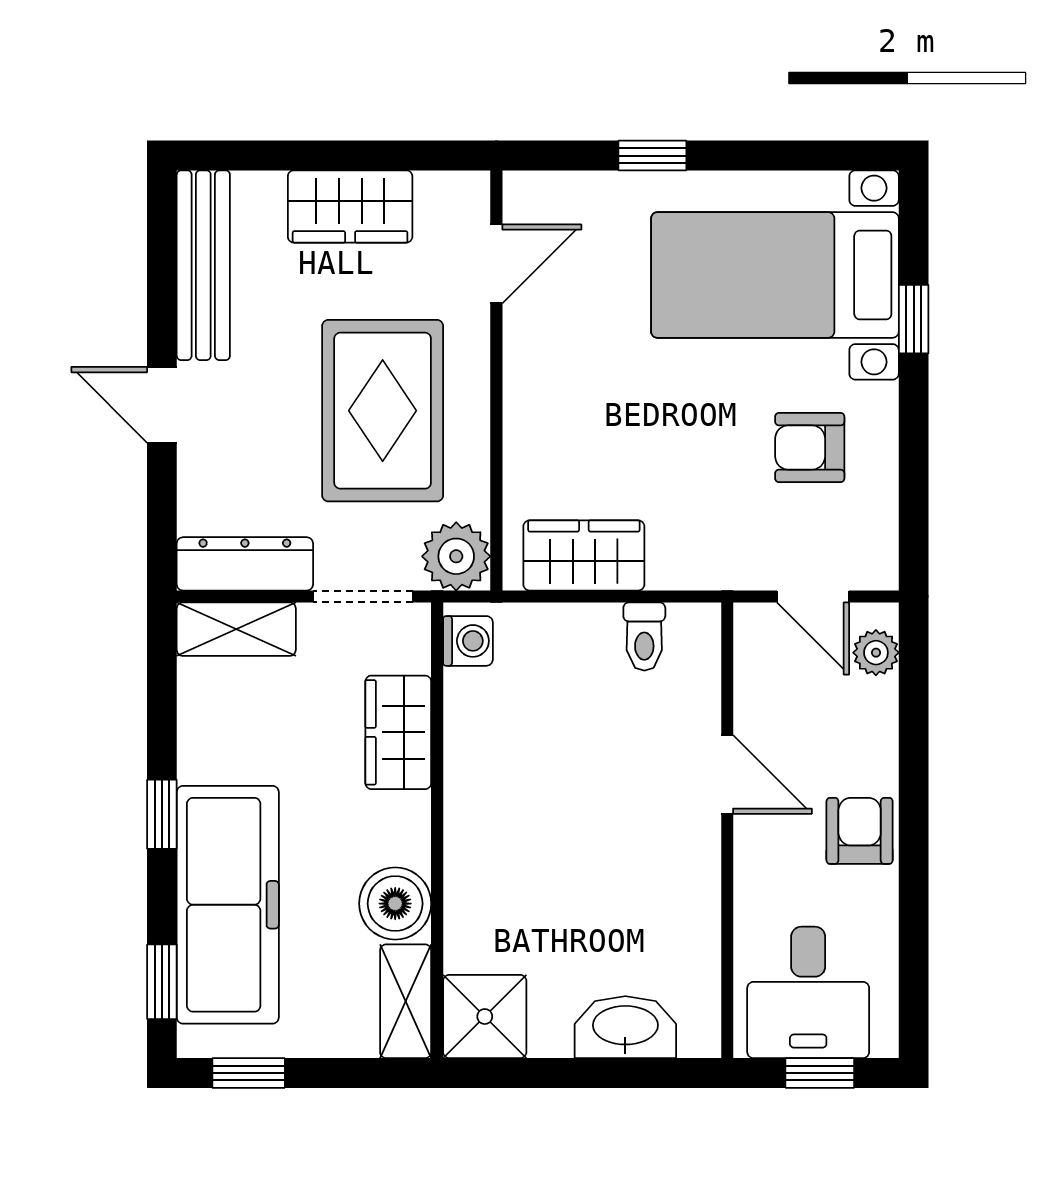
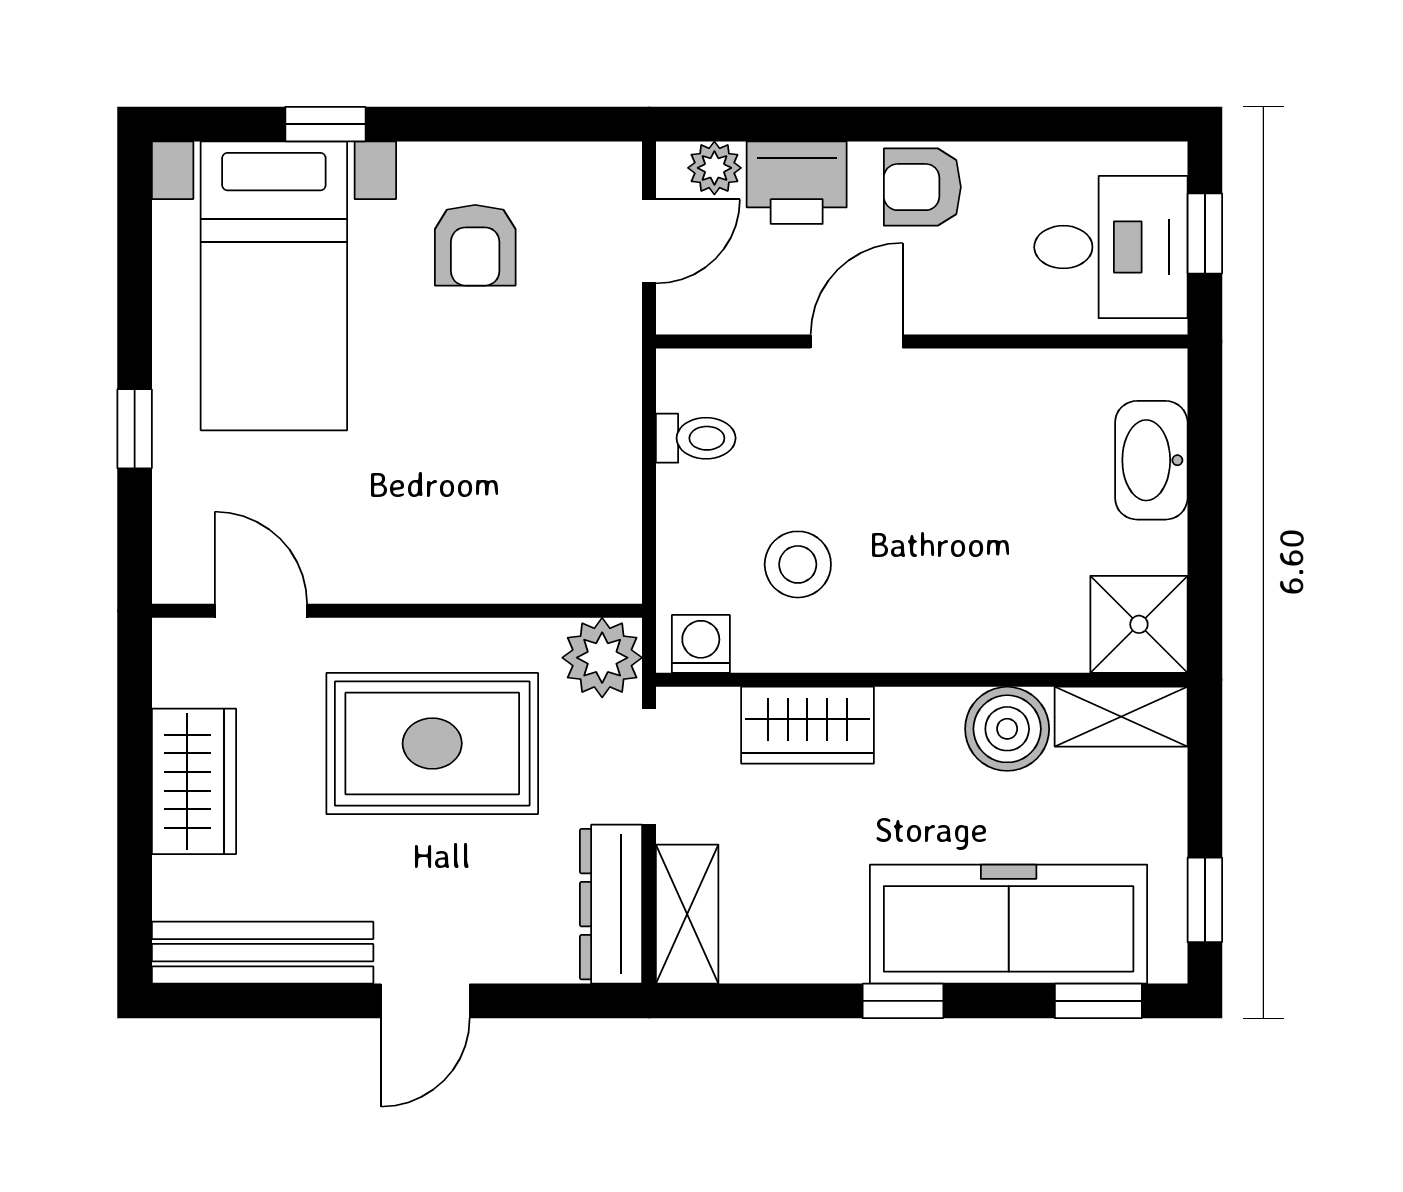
wardrobe: (584, 555) -> (601, 509), removed
printer: (863, 723) -> (797, 183), added
stool: (536, 724) -> (798, 564), added

